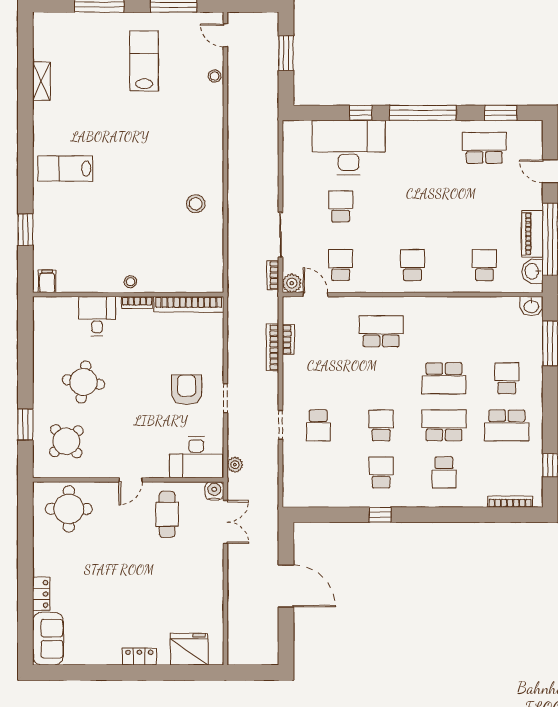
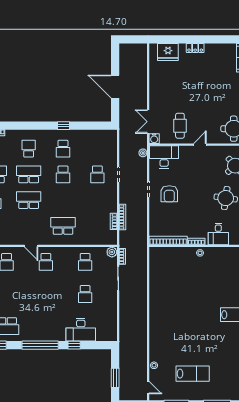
lab bench: (144, 61) -> (193, 374), turned -90
desk: (349, 148) -> (81, 330), width x0.73, depth x0.77
stool: (196, 204) -> (164, 295), removed
door: (316, 295) -> (31, 246), moved
school desk: (381, 331) -> (63, 226), turned 180
school desk: (318, 425) -> (97, 174), turned 180
school desk: (444, 425) -> (29, 174), turned 180

